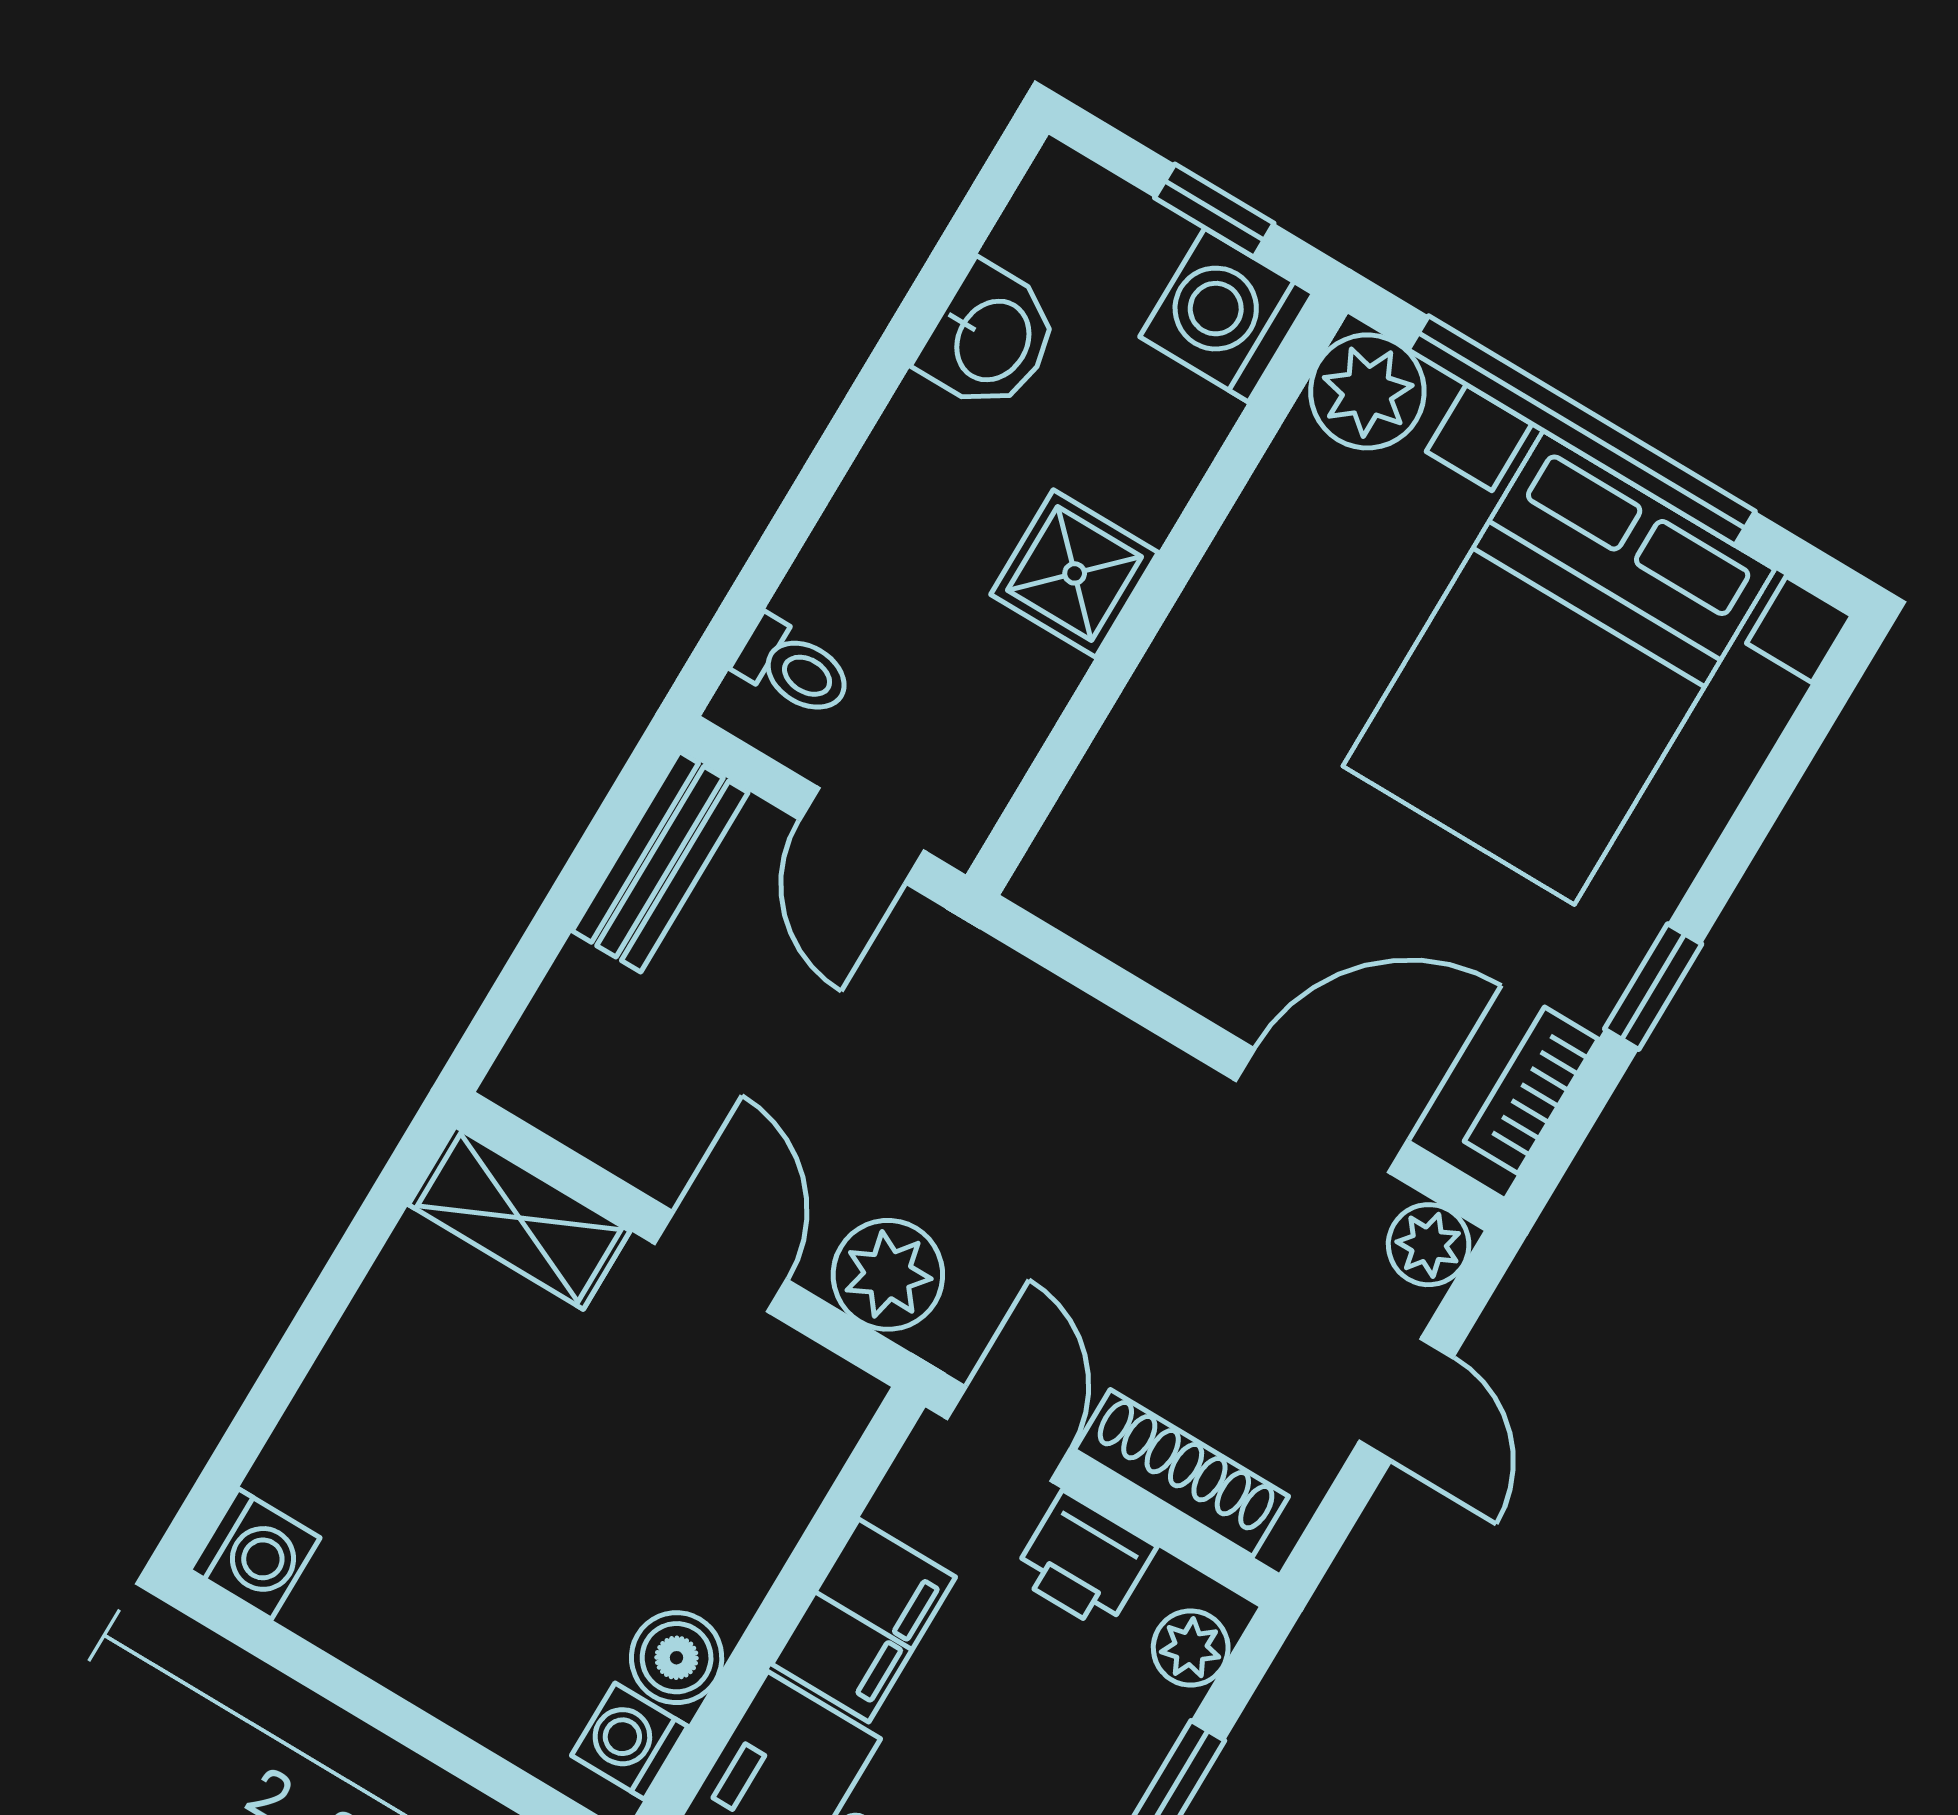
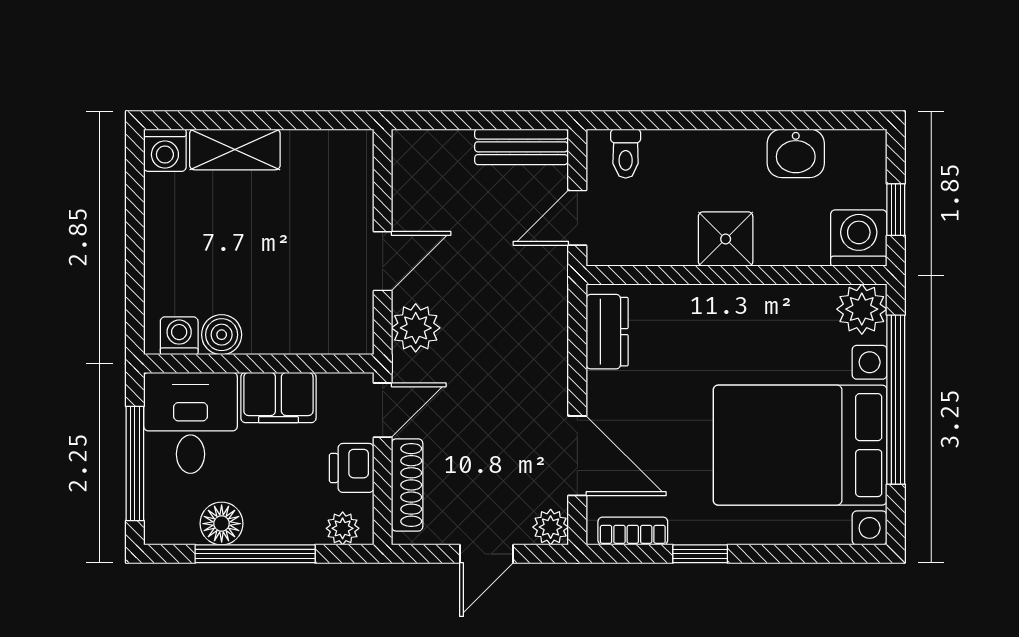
dresser: (1116, 909) -> (607, 332), added
shelving: (519, 1218) -> (235, 149), moved, turned 90

